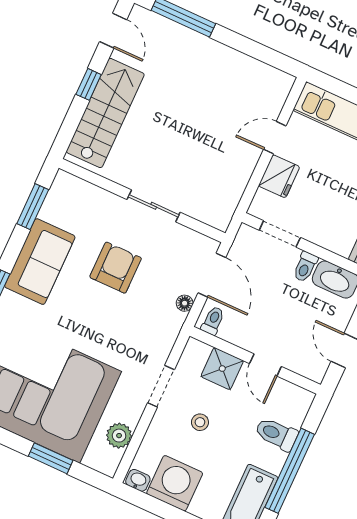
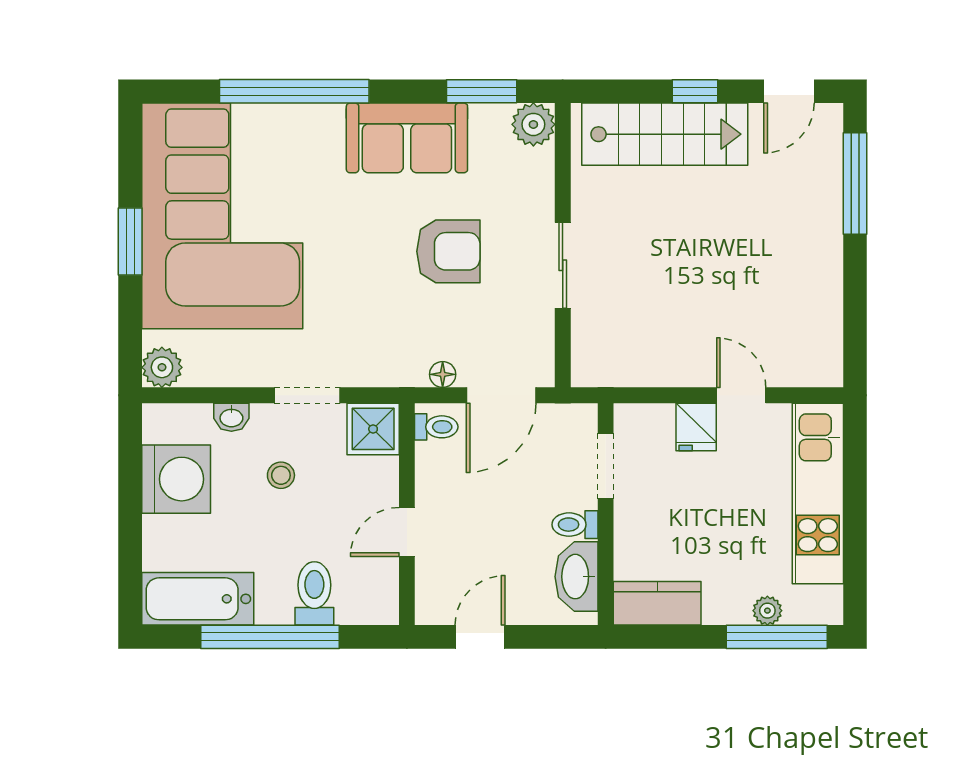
fridge: (279, 176) -> (696, 427), width x0.72
plant: (65, 186) -> (533, 124), added
shower: (222, 369) -> (373, 429), moved
plant: (119, 436) -> (162, 367), moved
window: (51, 458) -> (130, 241), moved
washbasin: (138, 480) -> (231, 417), moved, turned 90

